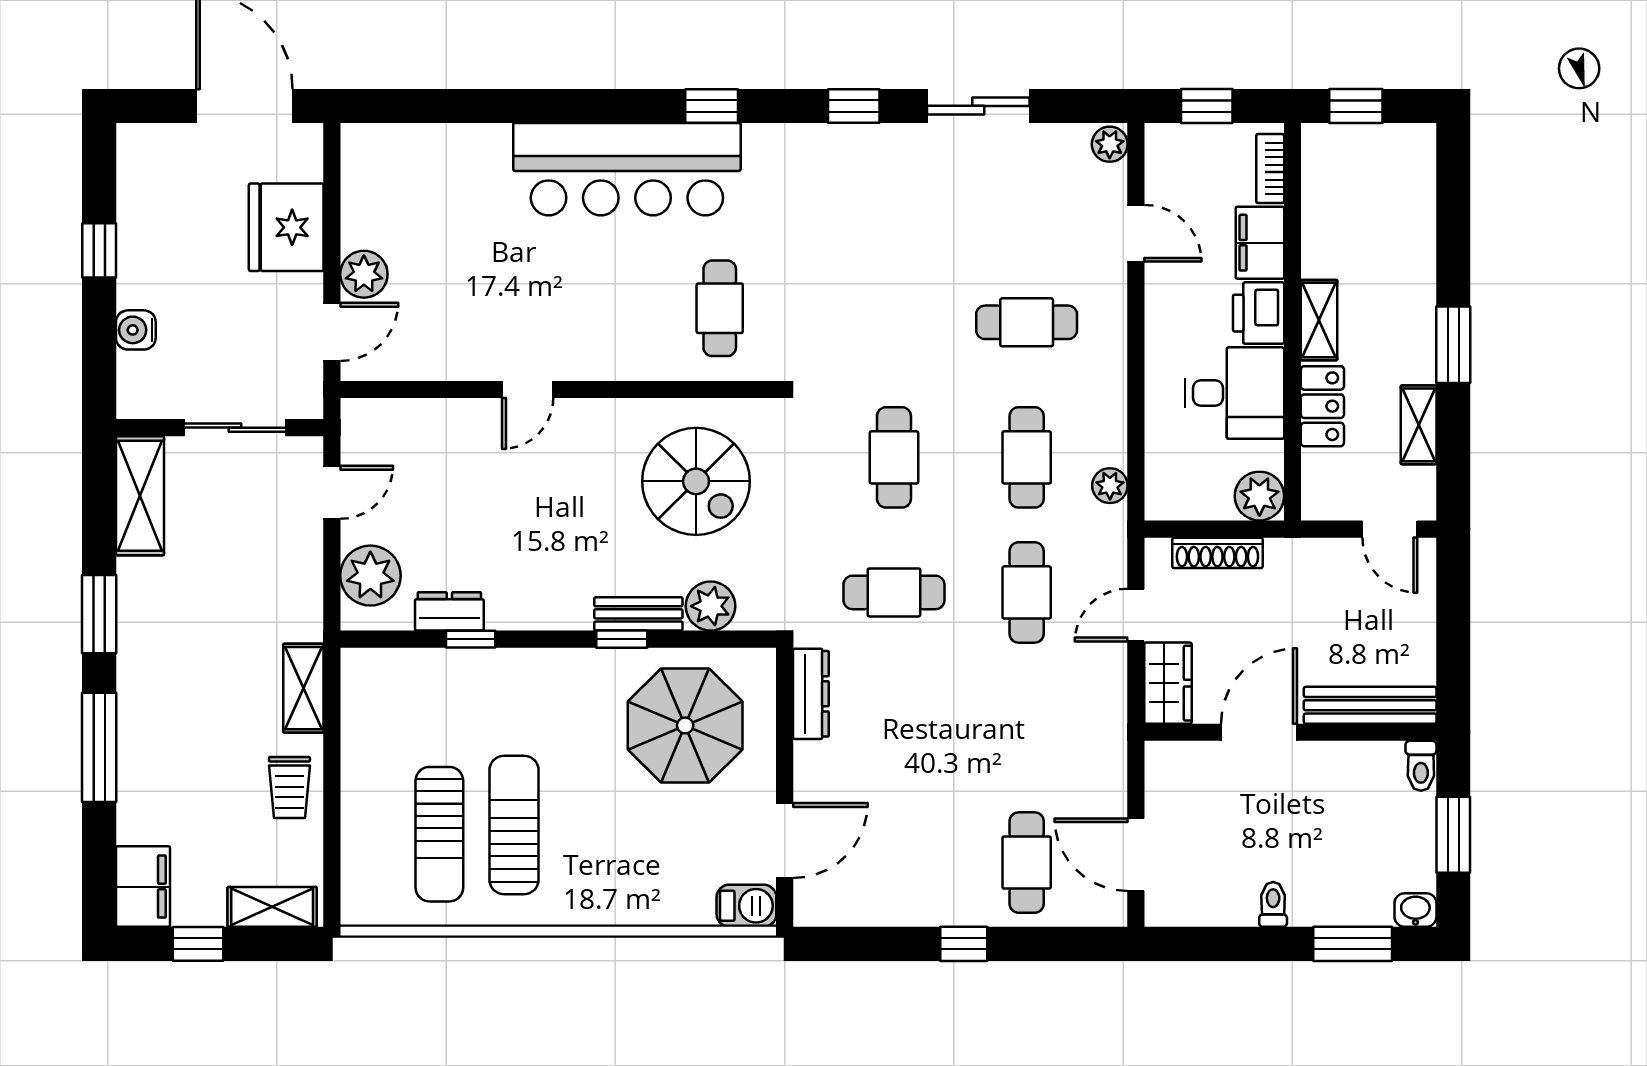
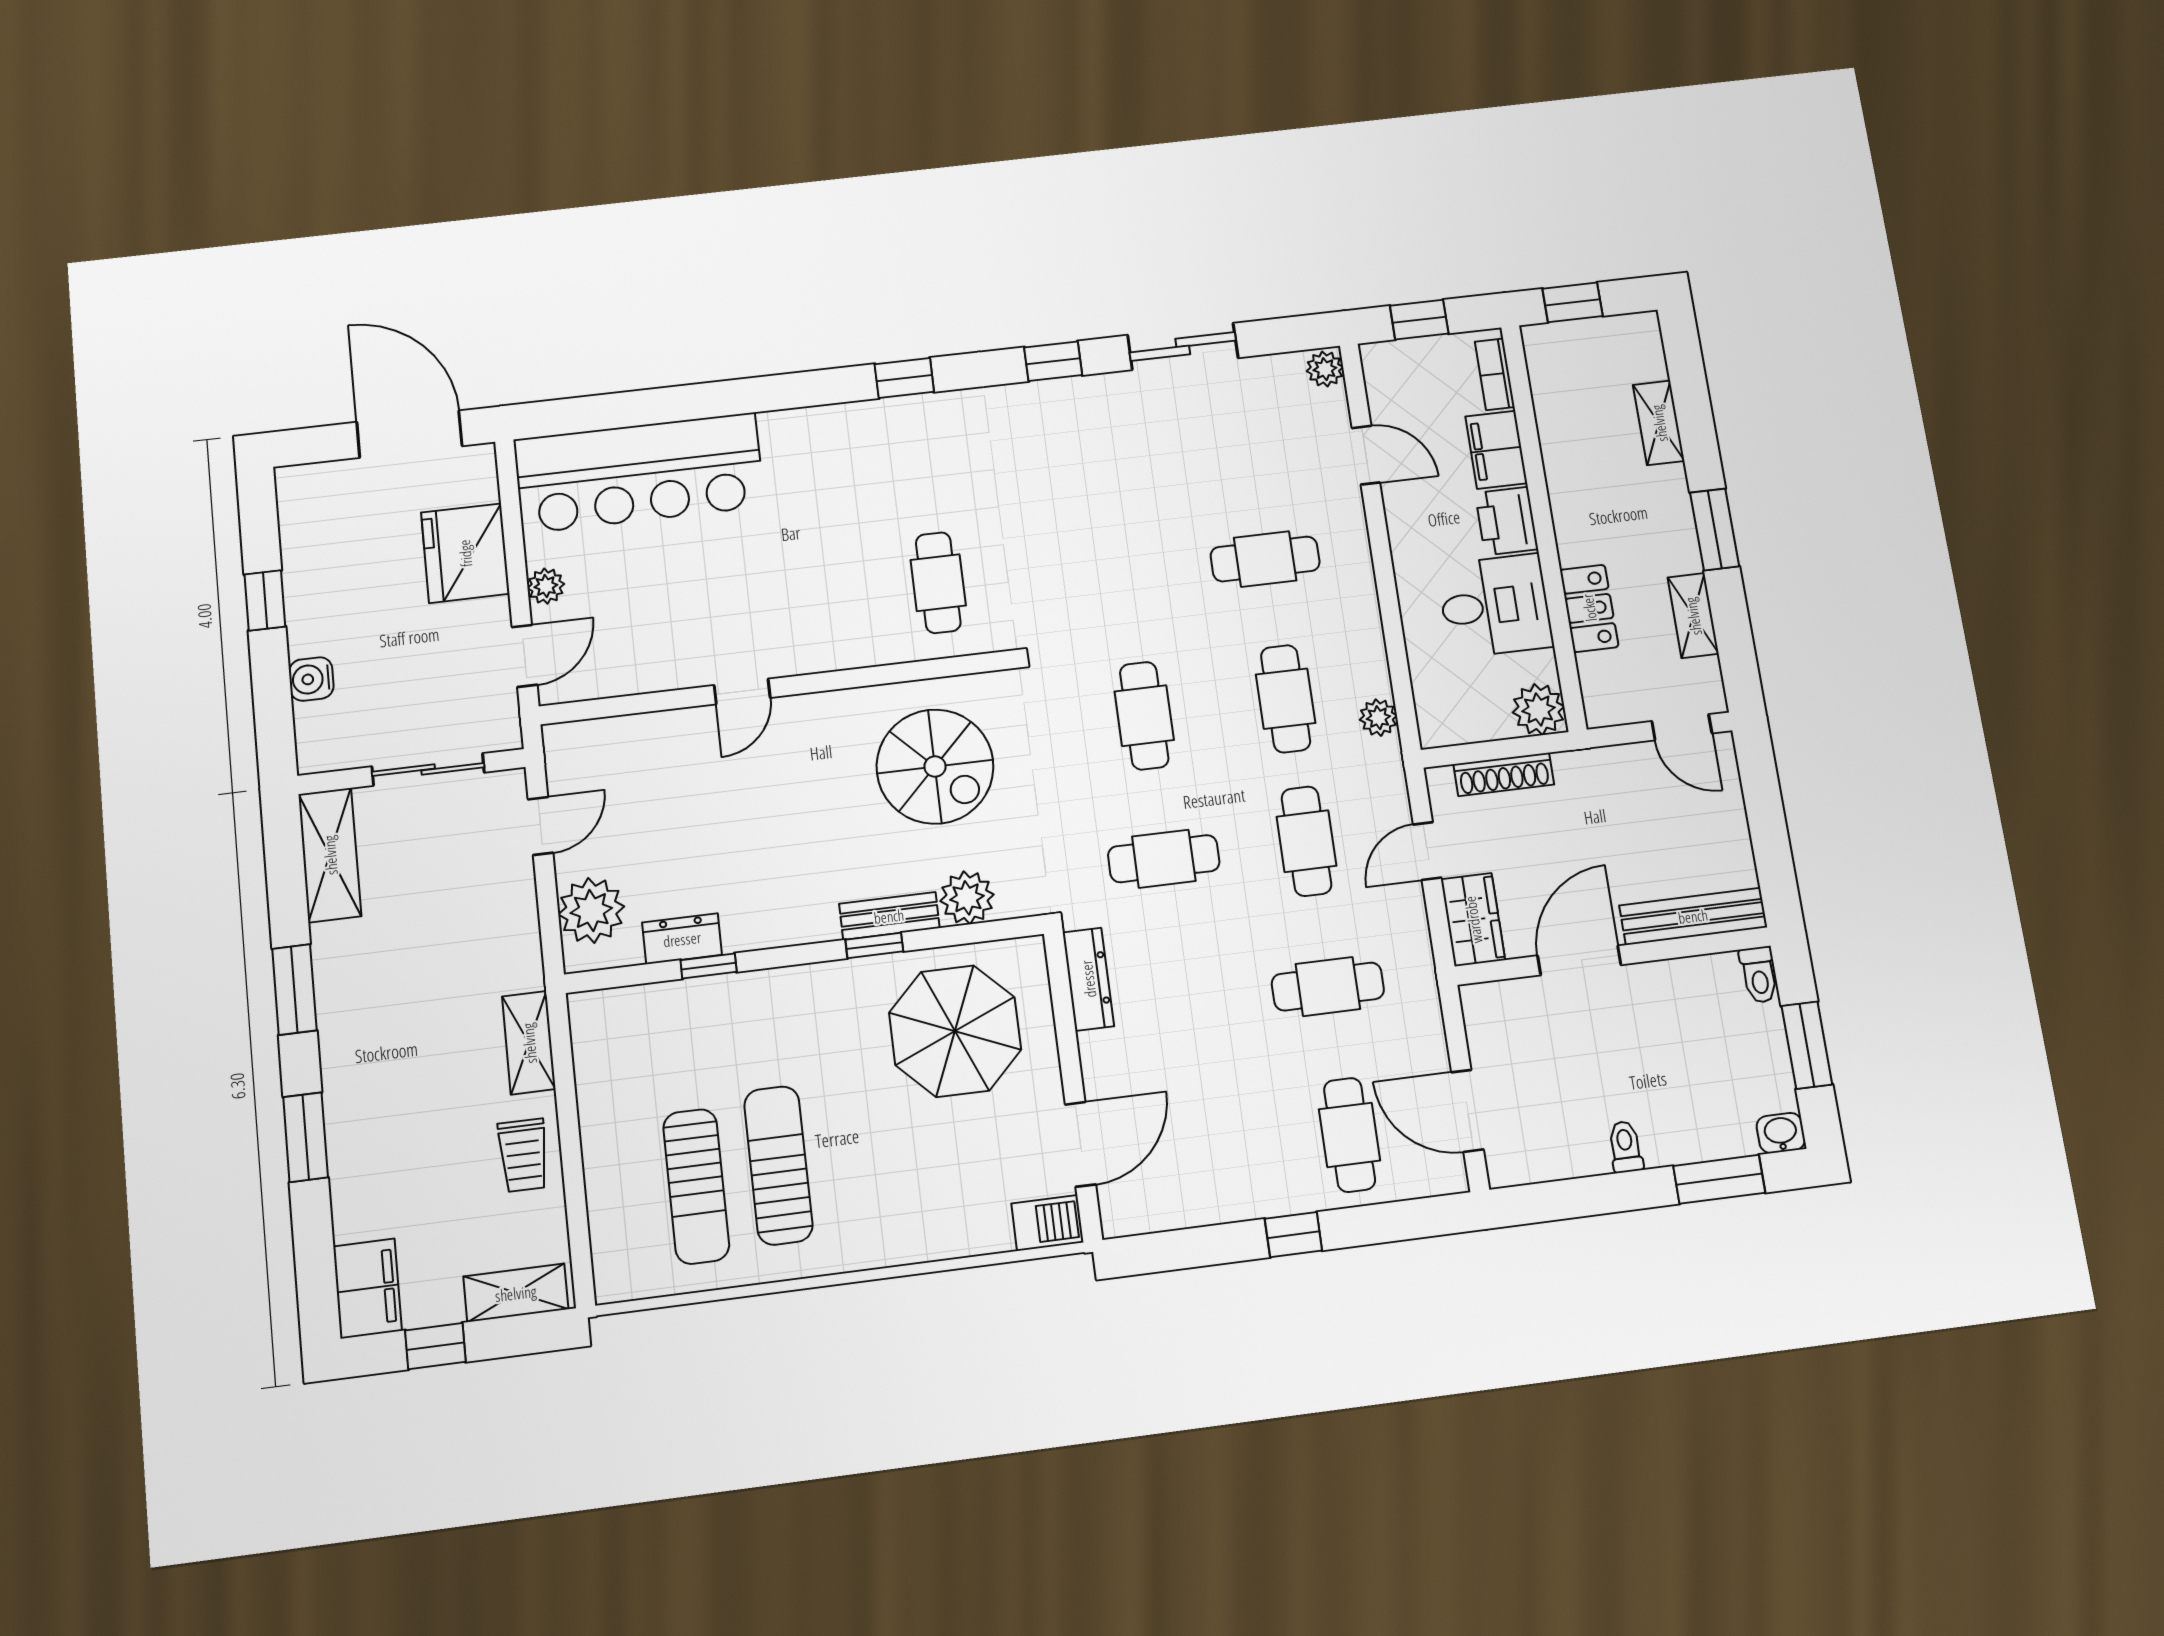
bar counter: (627, 169) -> (639, 473), moved
plant: (364, 274) -> (546, 586), width x0.73, depth x0.73
shelving: (1319, 320) -> (1659, 423), moved
cafe table: (1027, 727) -> (1328, 987), added
window: (99, 747) -> (306, 1137), width x0.69

